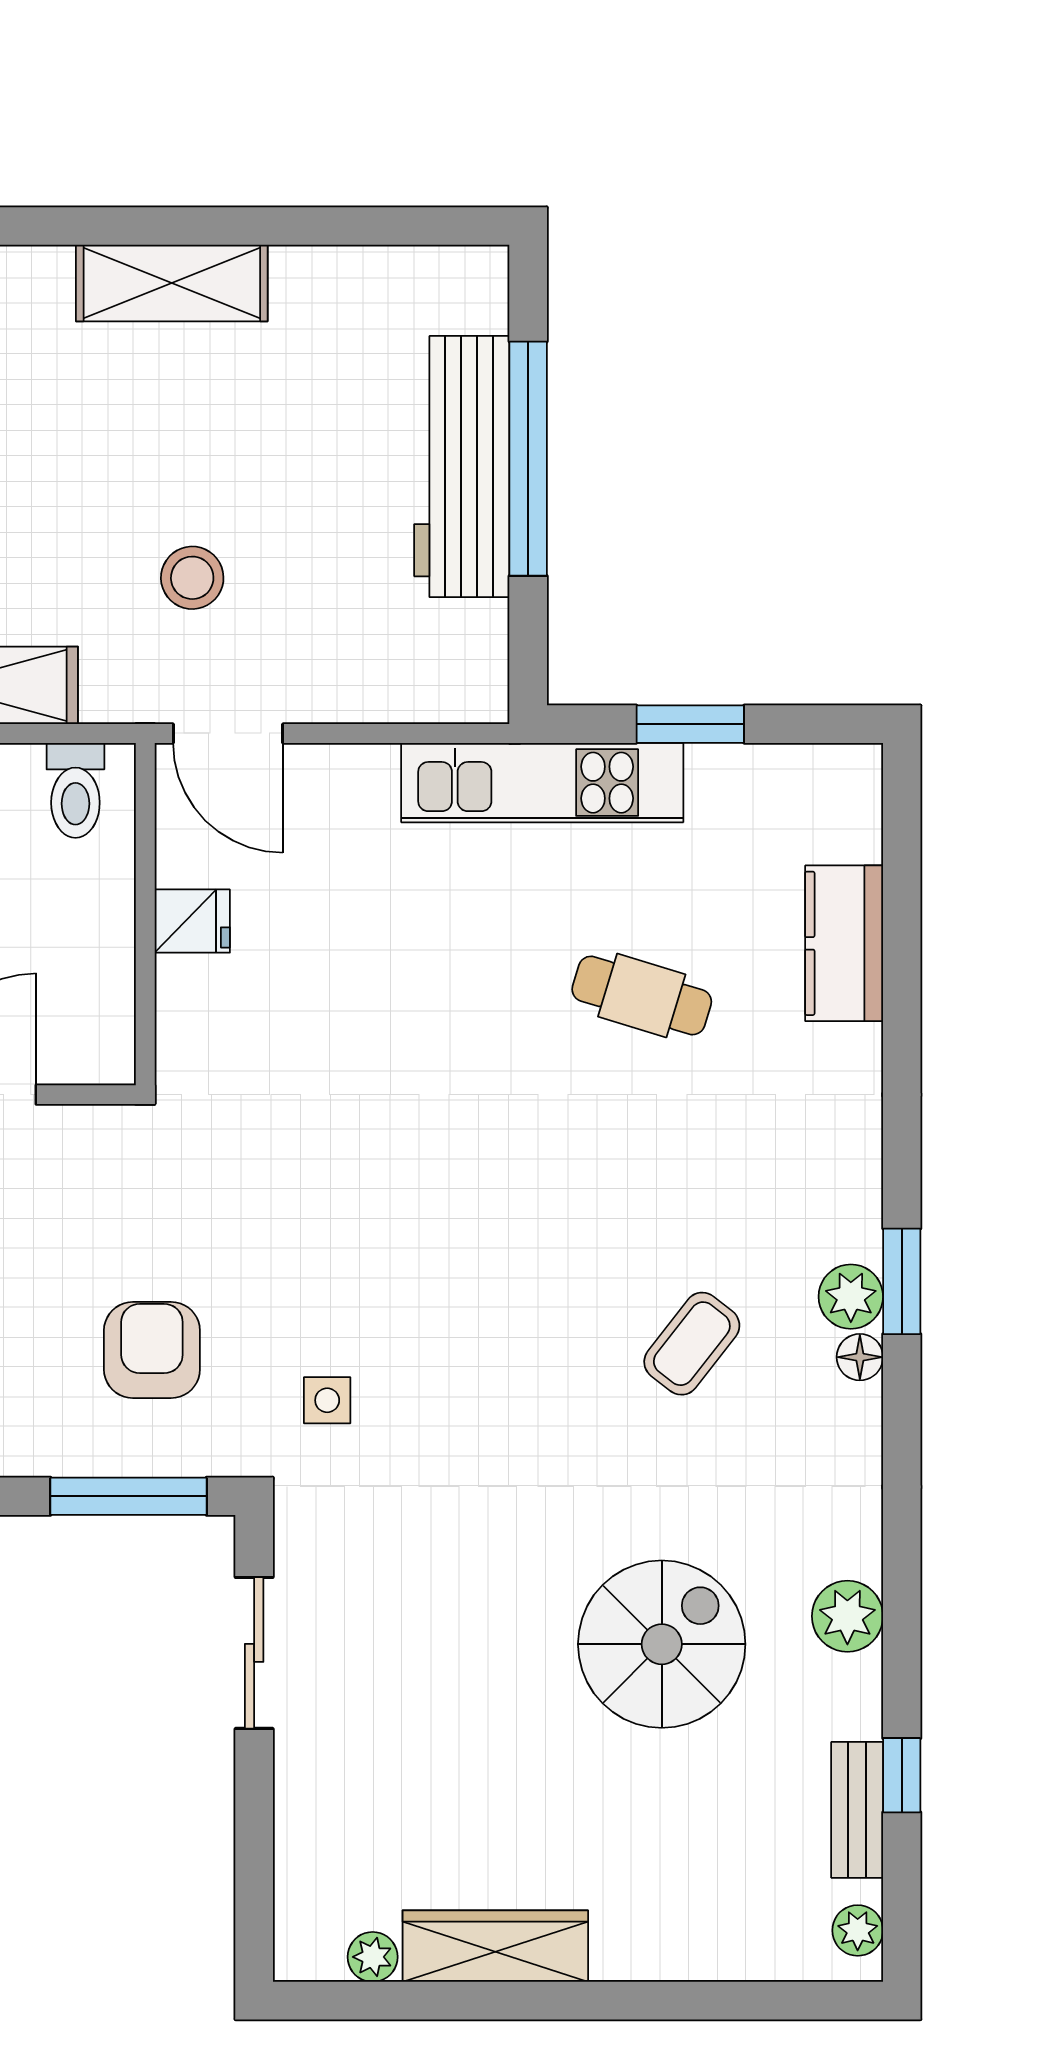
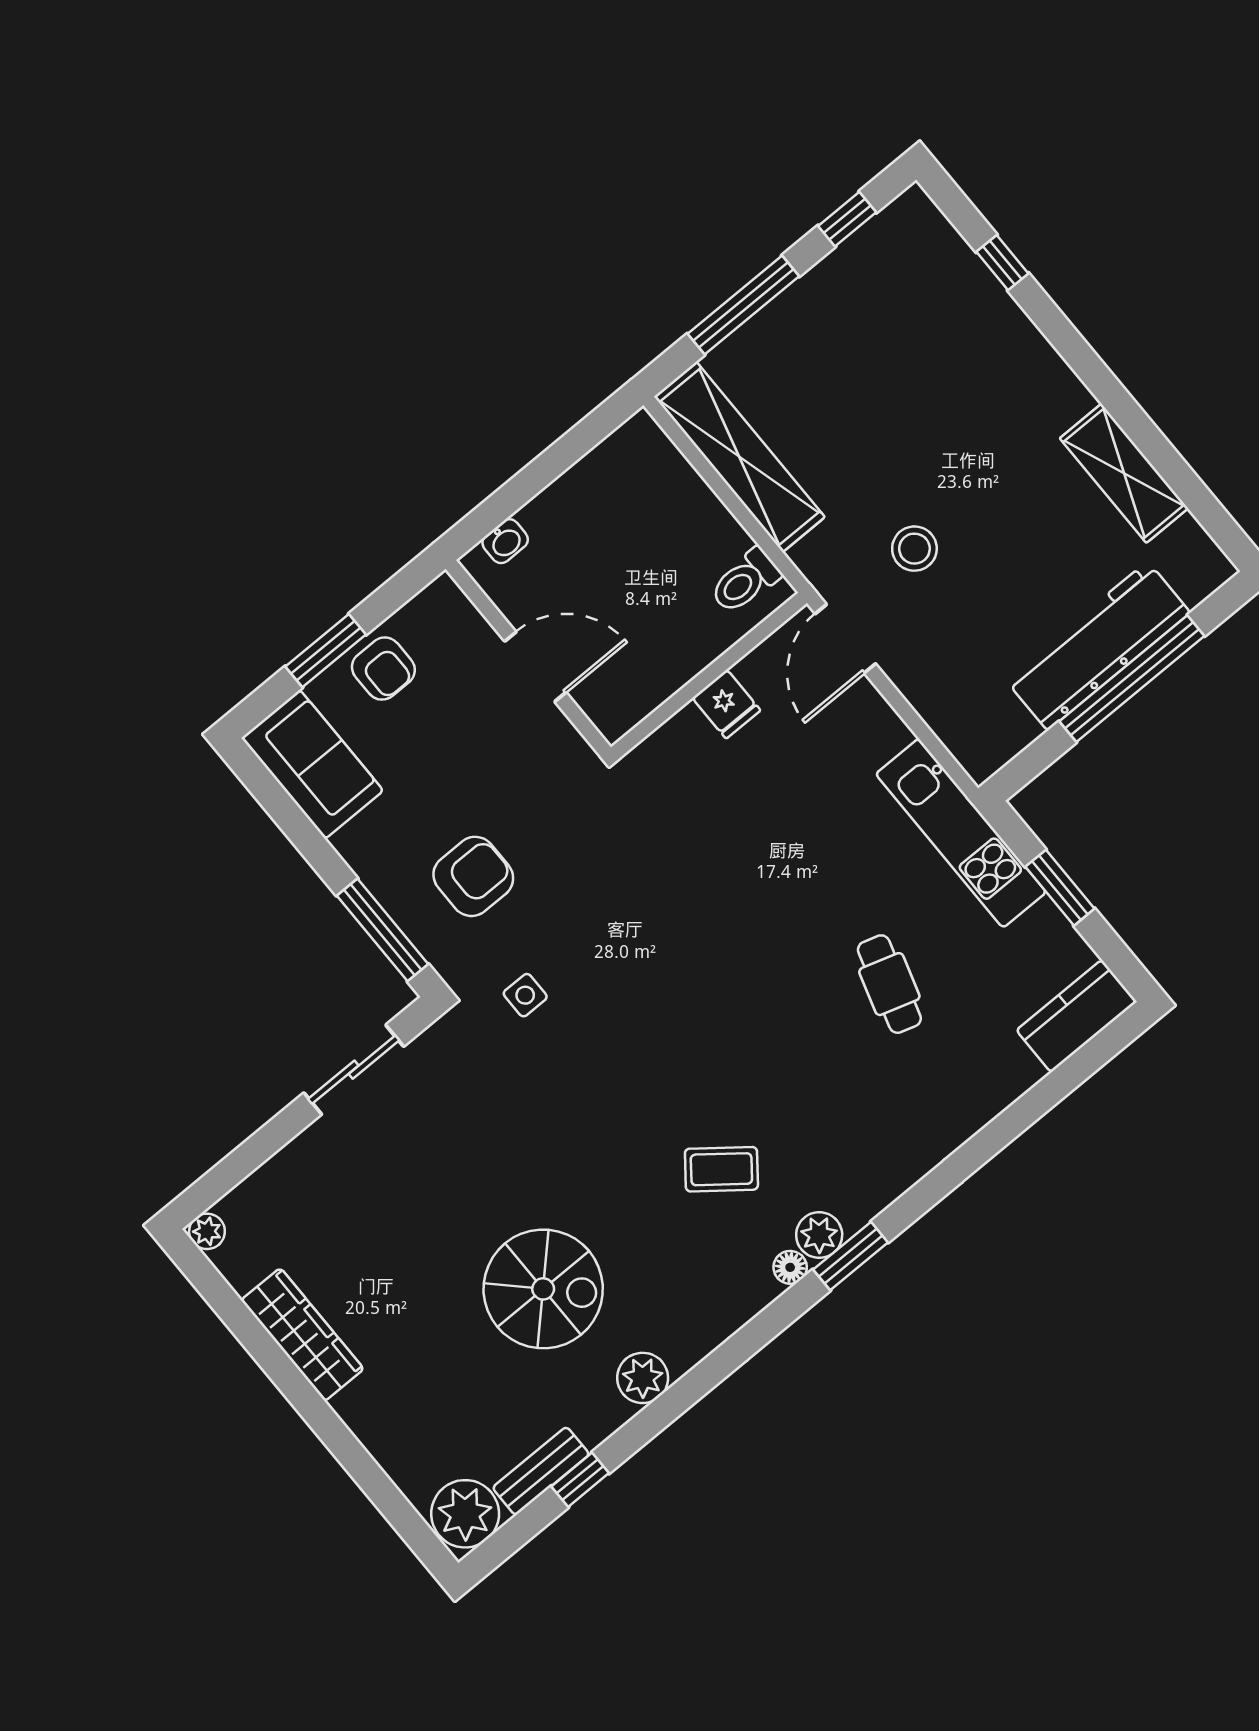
shelving: (172, 283) -> (1124, 473), moved
kitchen counter: (844, 943) -> (1076, 1016), moved
plant: (858, 1930) -> (465, 1514), width x1.88, depth x1.88
plant: (373, 1957) -> (207, 1231), moved

